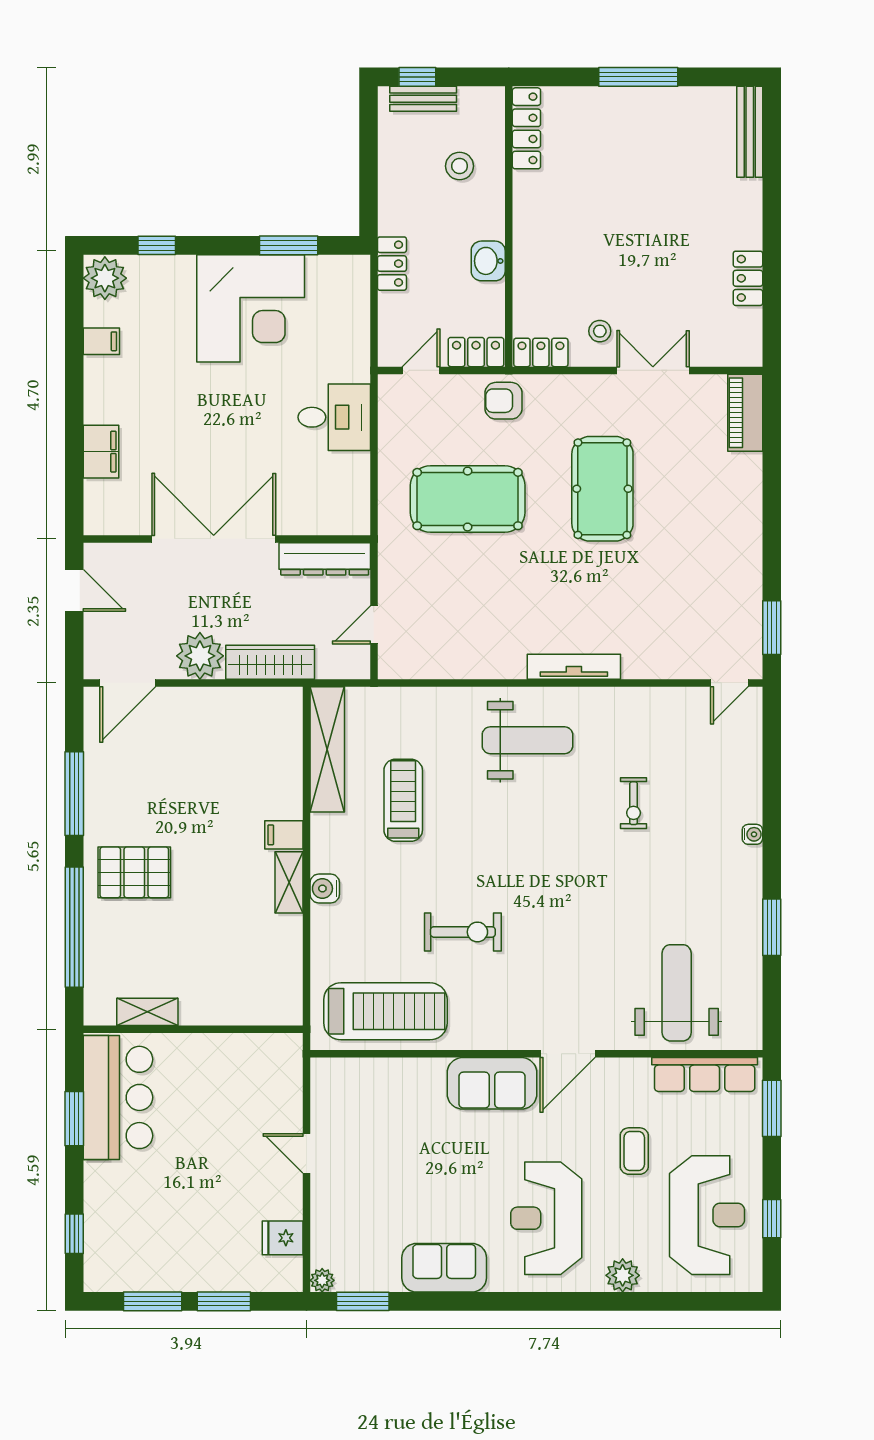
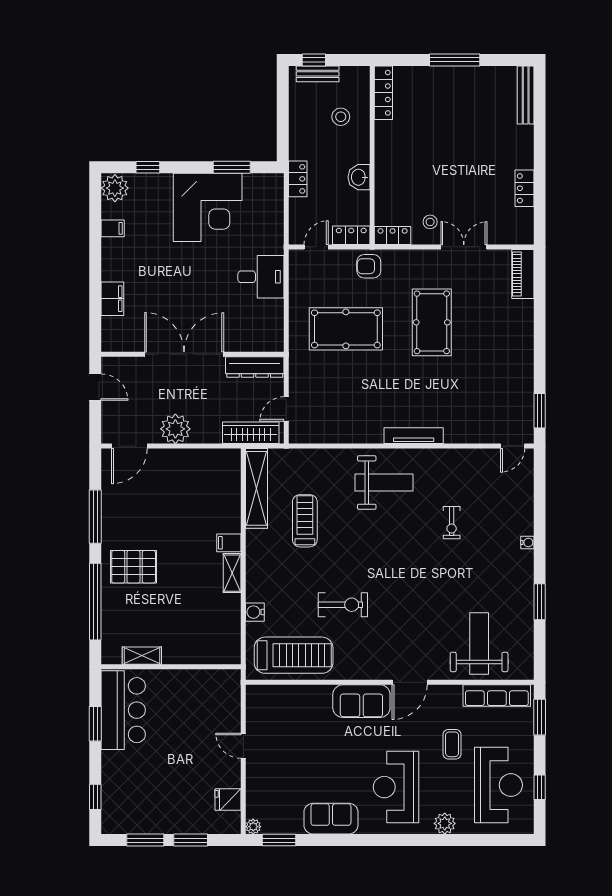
wardrobe: (270, 662) -> (251, 433), moved
water cooler: (325, 889) -> (255, 612), moved

